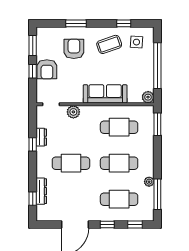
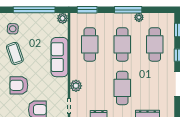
window: (157, 194) -> (128, 10), moved

